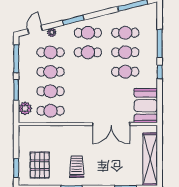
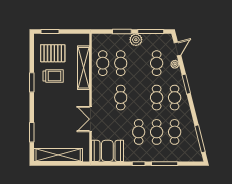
door: (35, 30) -> (177, 49), hinge flipped
cafe table: (51, 72) -> (121, 98), moved
plant: (25, 108) -> (136, 40), moved
double door: (111, 124) -> (90, 119), width x0.73
shelving: (55, 132) -> (83, 68), added
trolley: (77, 167) -> (53, 76), moved

